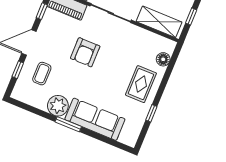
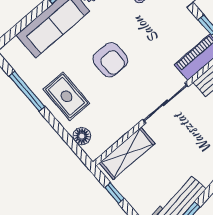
armchair: (85, 52) -> (110, 60), moved, turned 180
window: (151, 113) -> (27, 91), width x2.17

